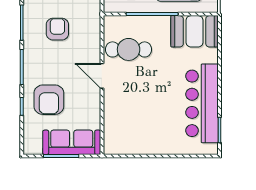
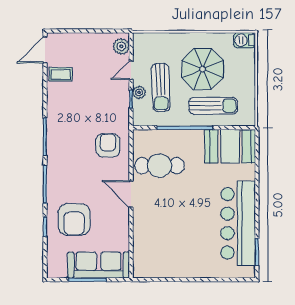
armchair: (57, 29) -> (108, 145), moved

